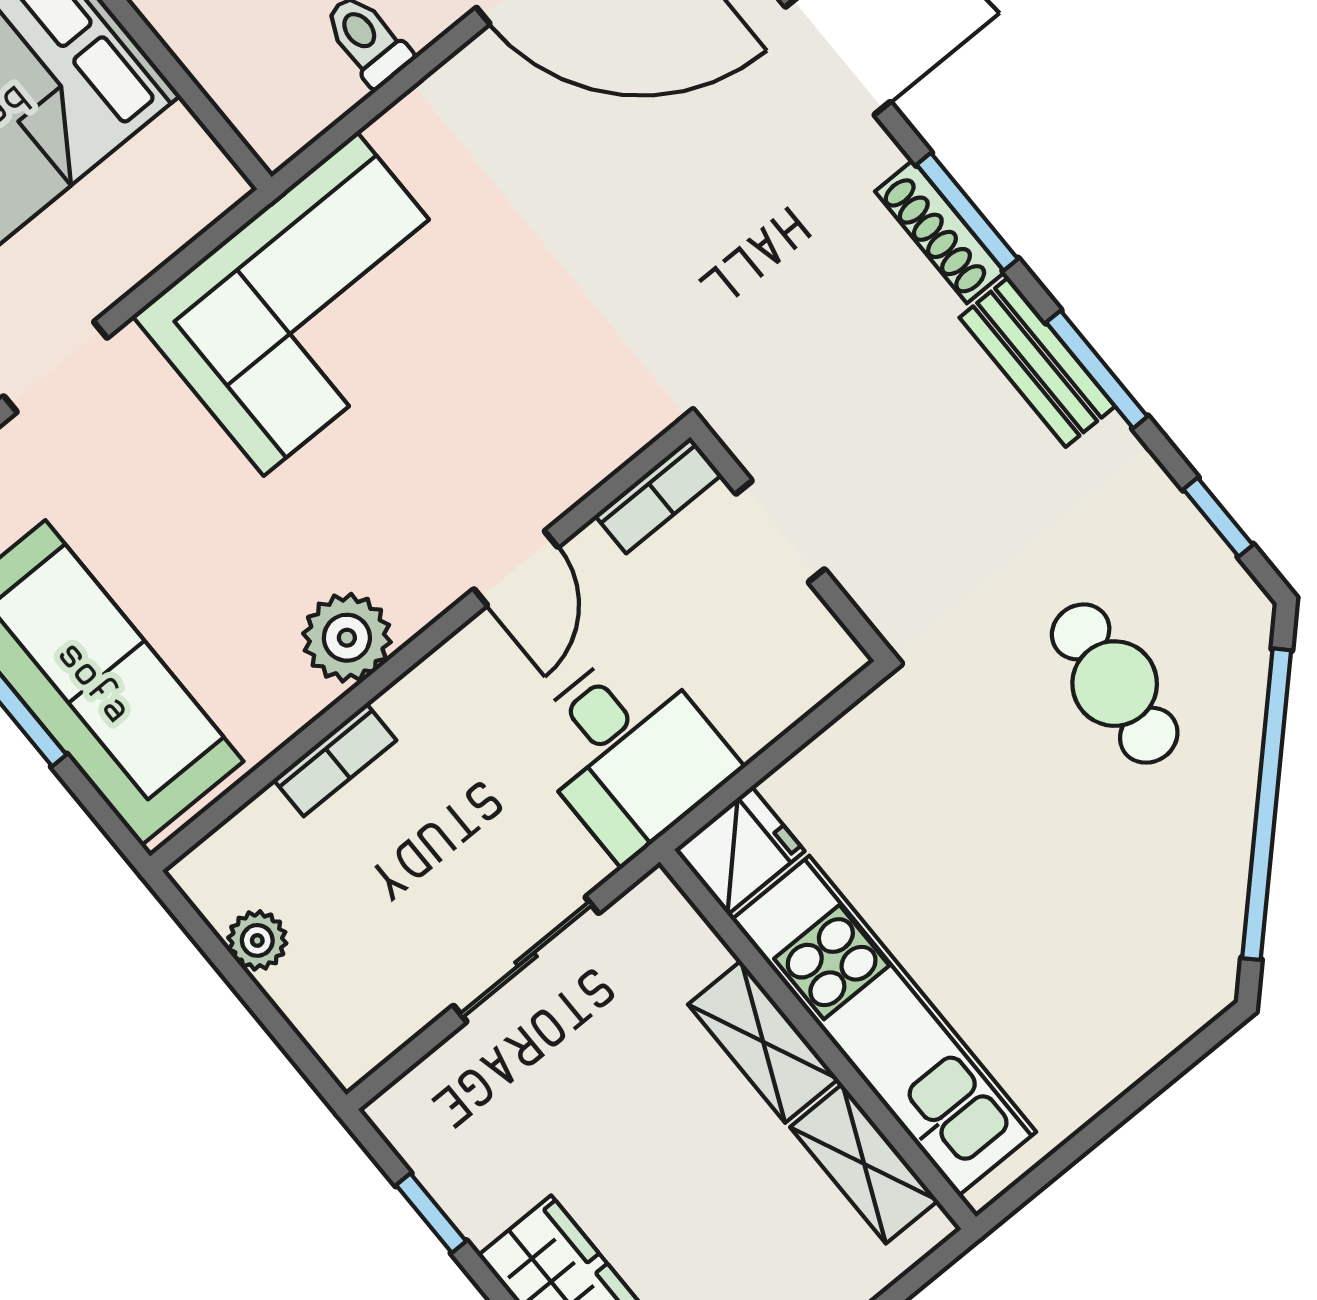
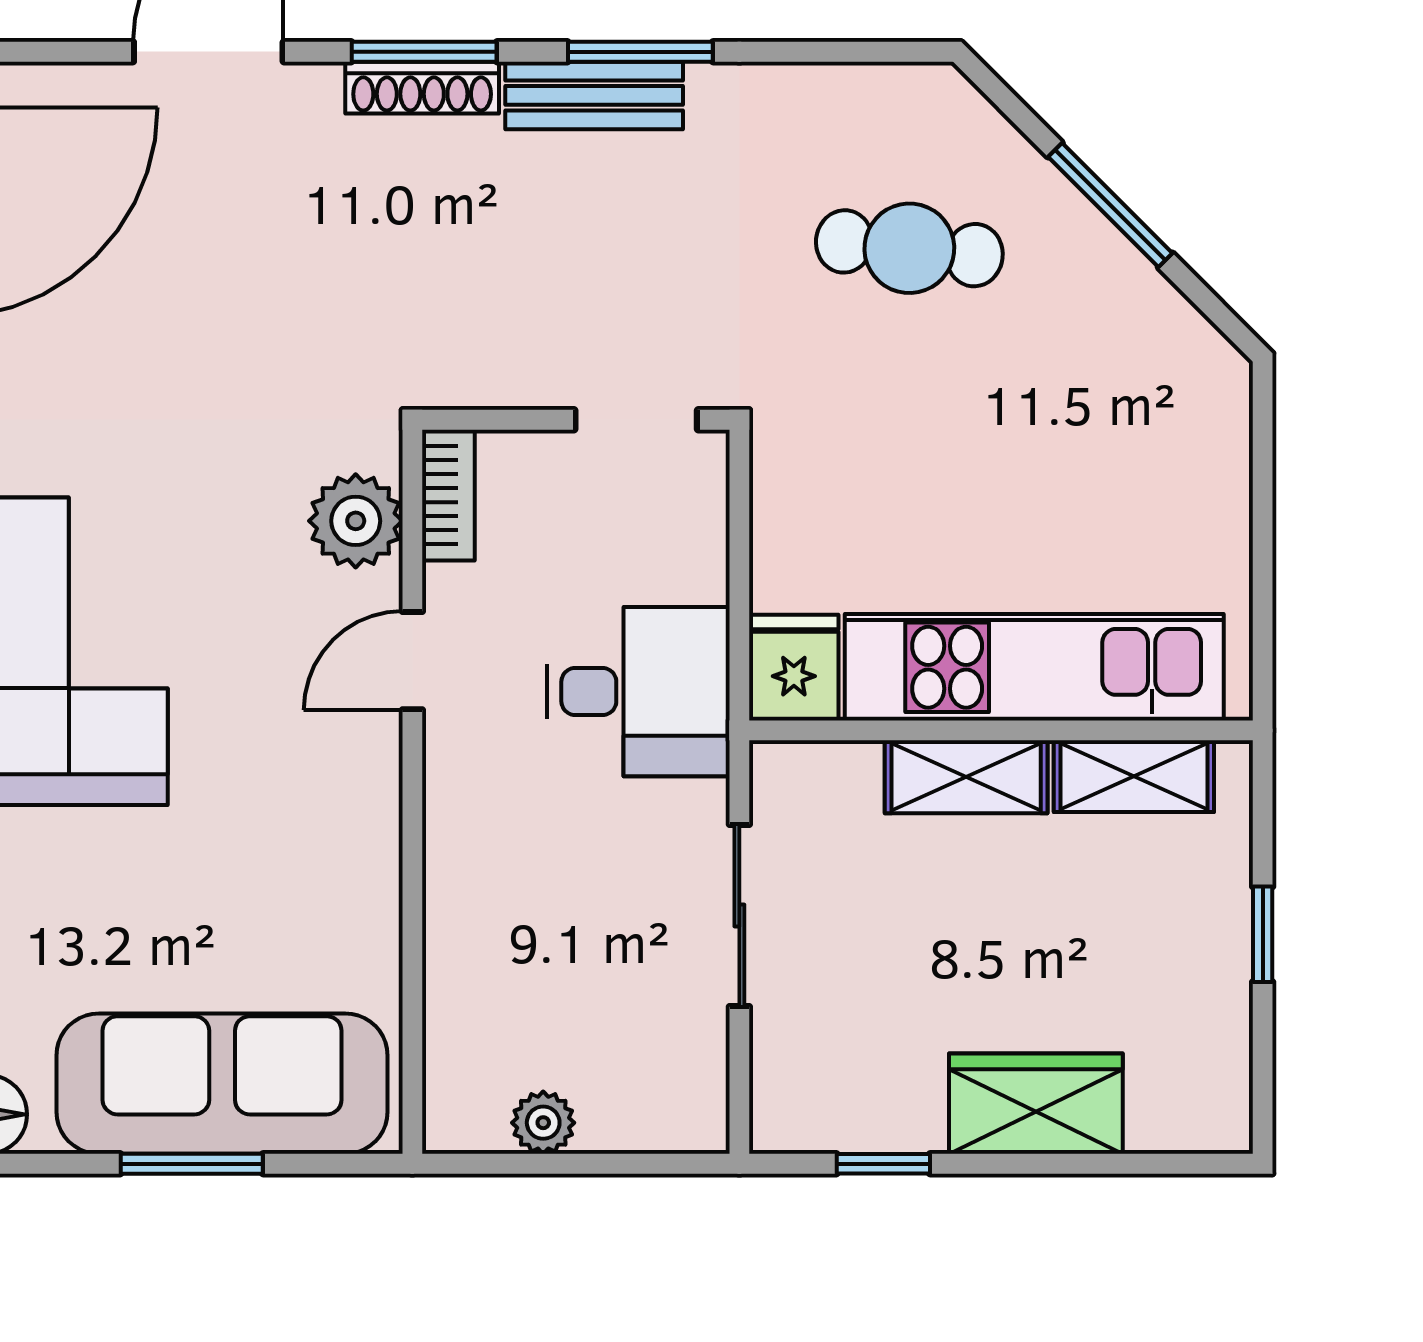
window: (1218, 517) -> (843, 52), removed
doorway: (780, 531) -> (636, 420), moved
door: (516, 568) -> (412, 661), swing flipped
plant: (347, 638) -> (356, 521), moved
bookcase: (335, 760) -> (448, 938), removed
window: (1267, 804) -> (1110, 205), width x0.47

